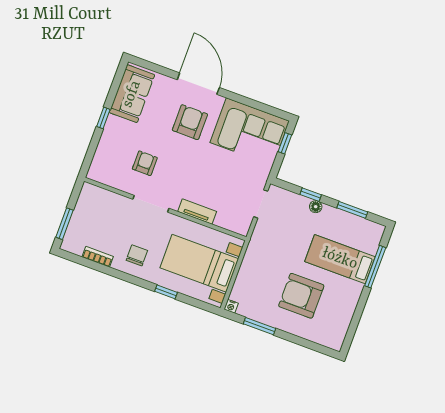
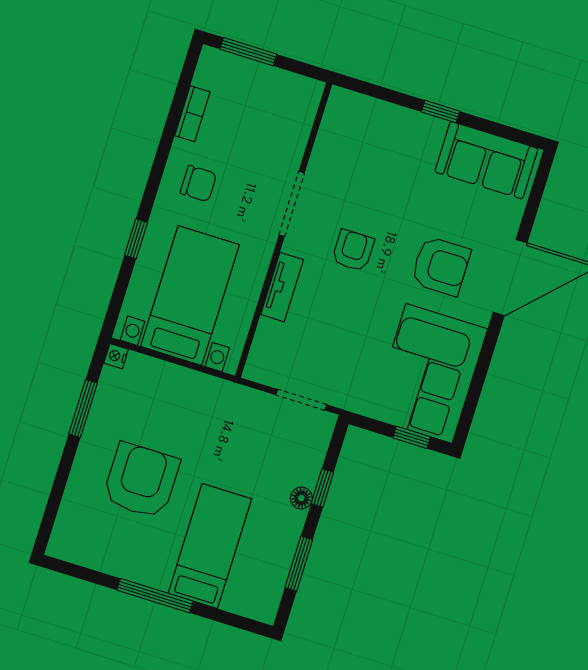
armchair: (145, 163) -> (353, 250), moved, turned -90
window: (375, 267) -> (155, 596), moved

